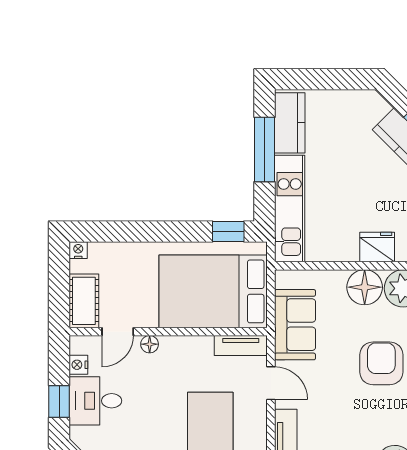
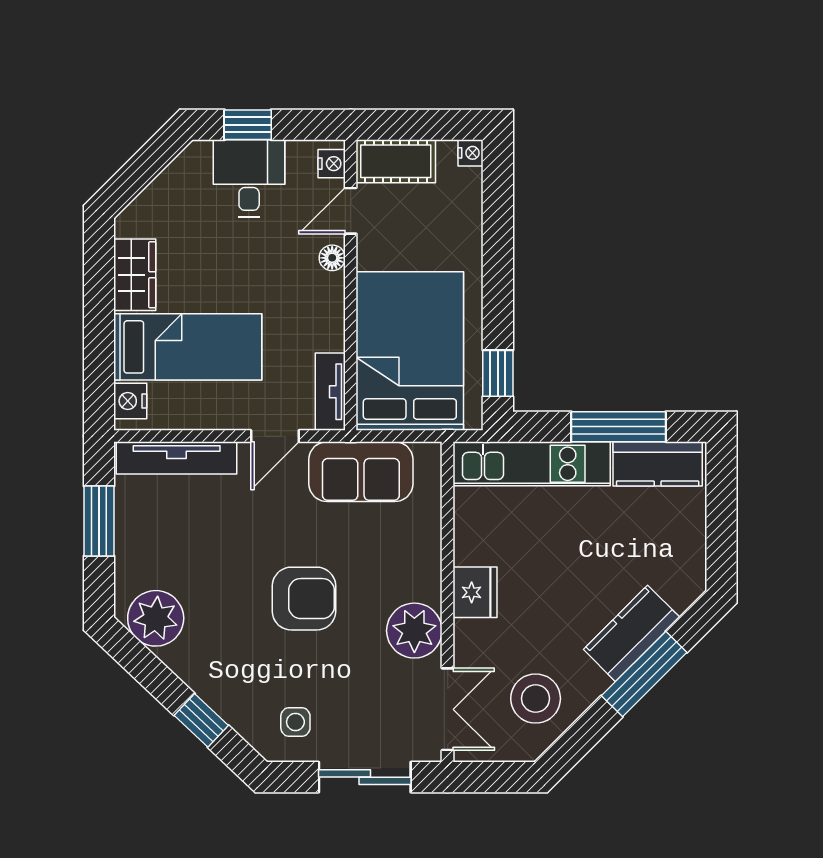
floor lamp: (365, 287) -> (416, 574), removed
door: (118, 332) -> (351, 211), hinge flipped
nightstand: (78, 365) -> (332, 164), moved, turned 90

